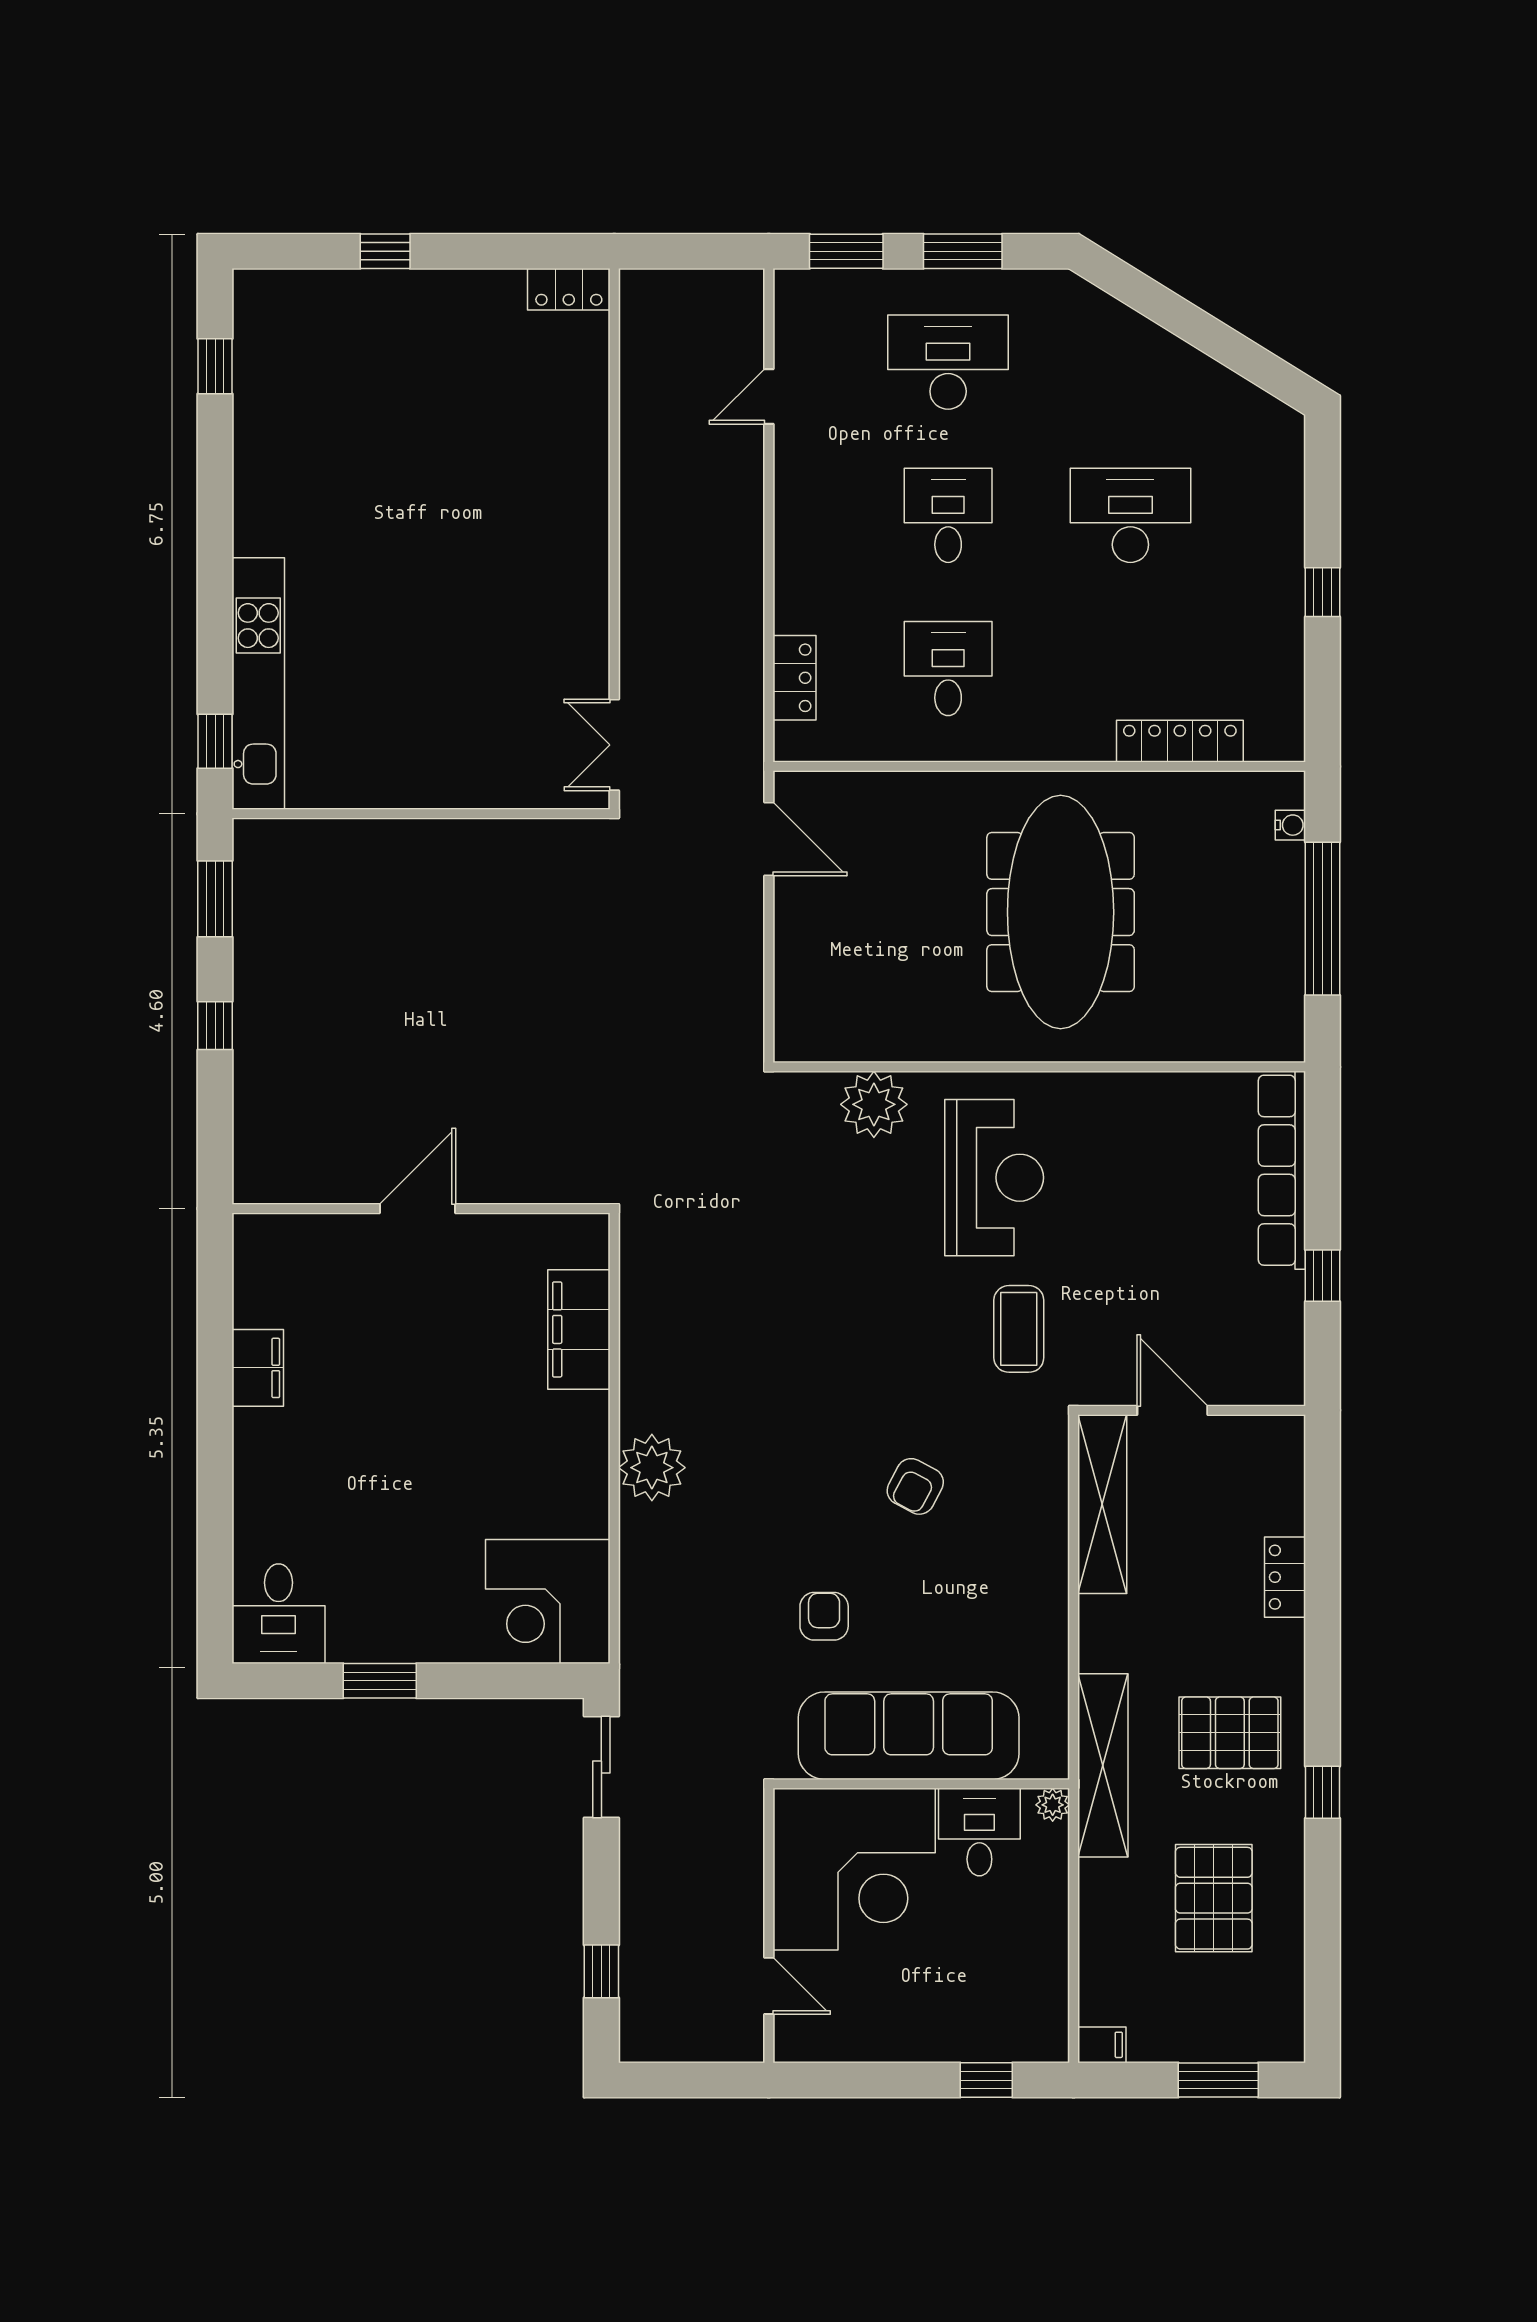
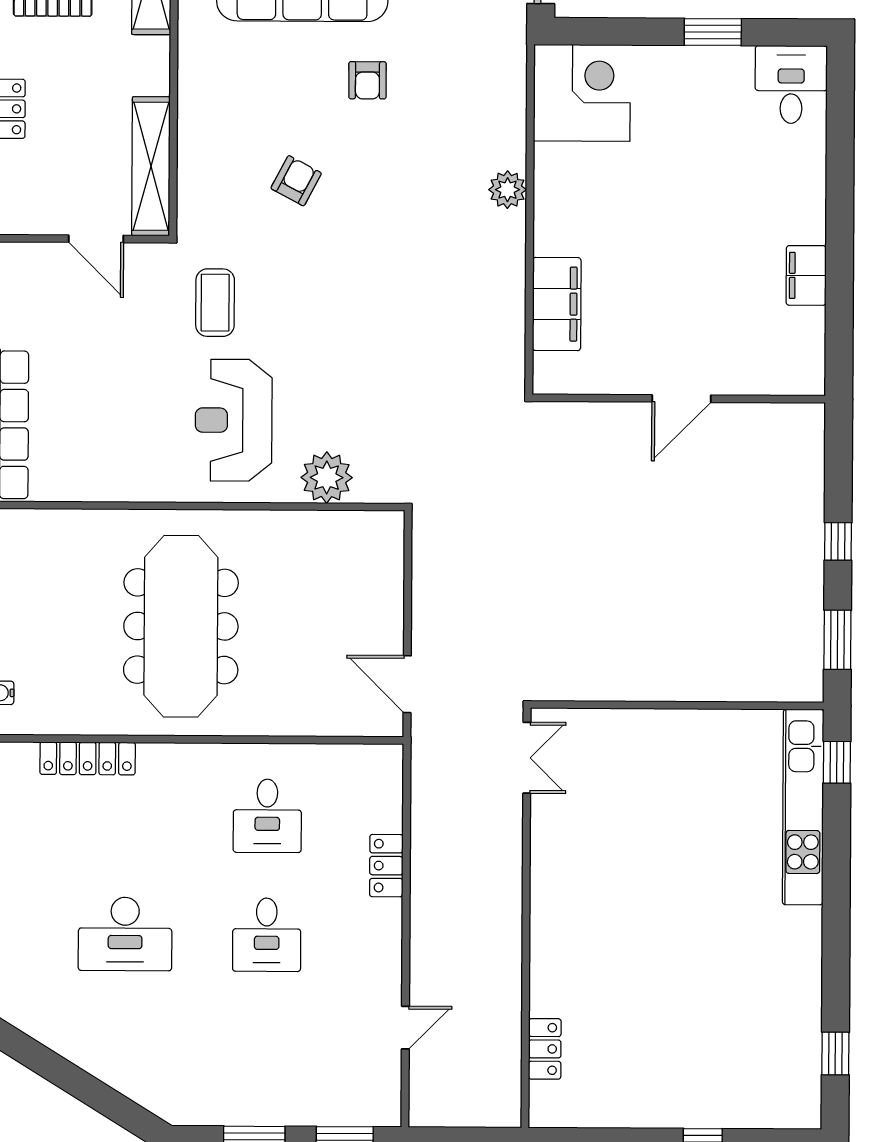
locker: (569, 289) -> (545, 1049), moved, turned 90
desk: (948, 362) -> (266, 1054), removed
locker: (794, 678) -> (386, 866), moved
plant: (652, 1468) -> (508, 190), width x0.73, depth x0.73

